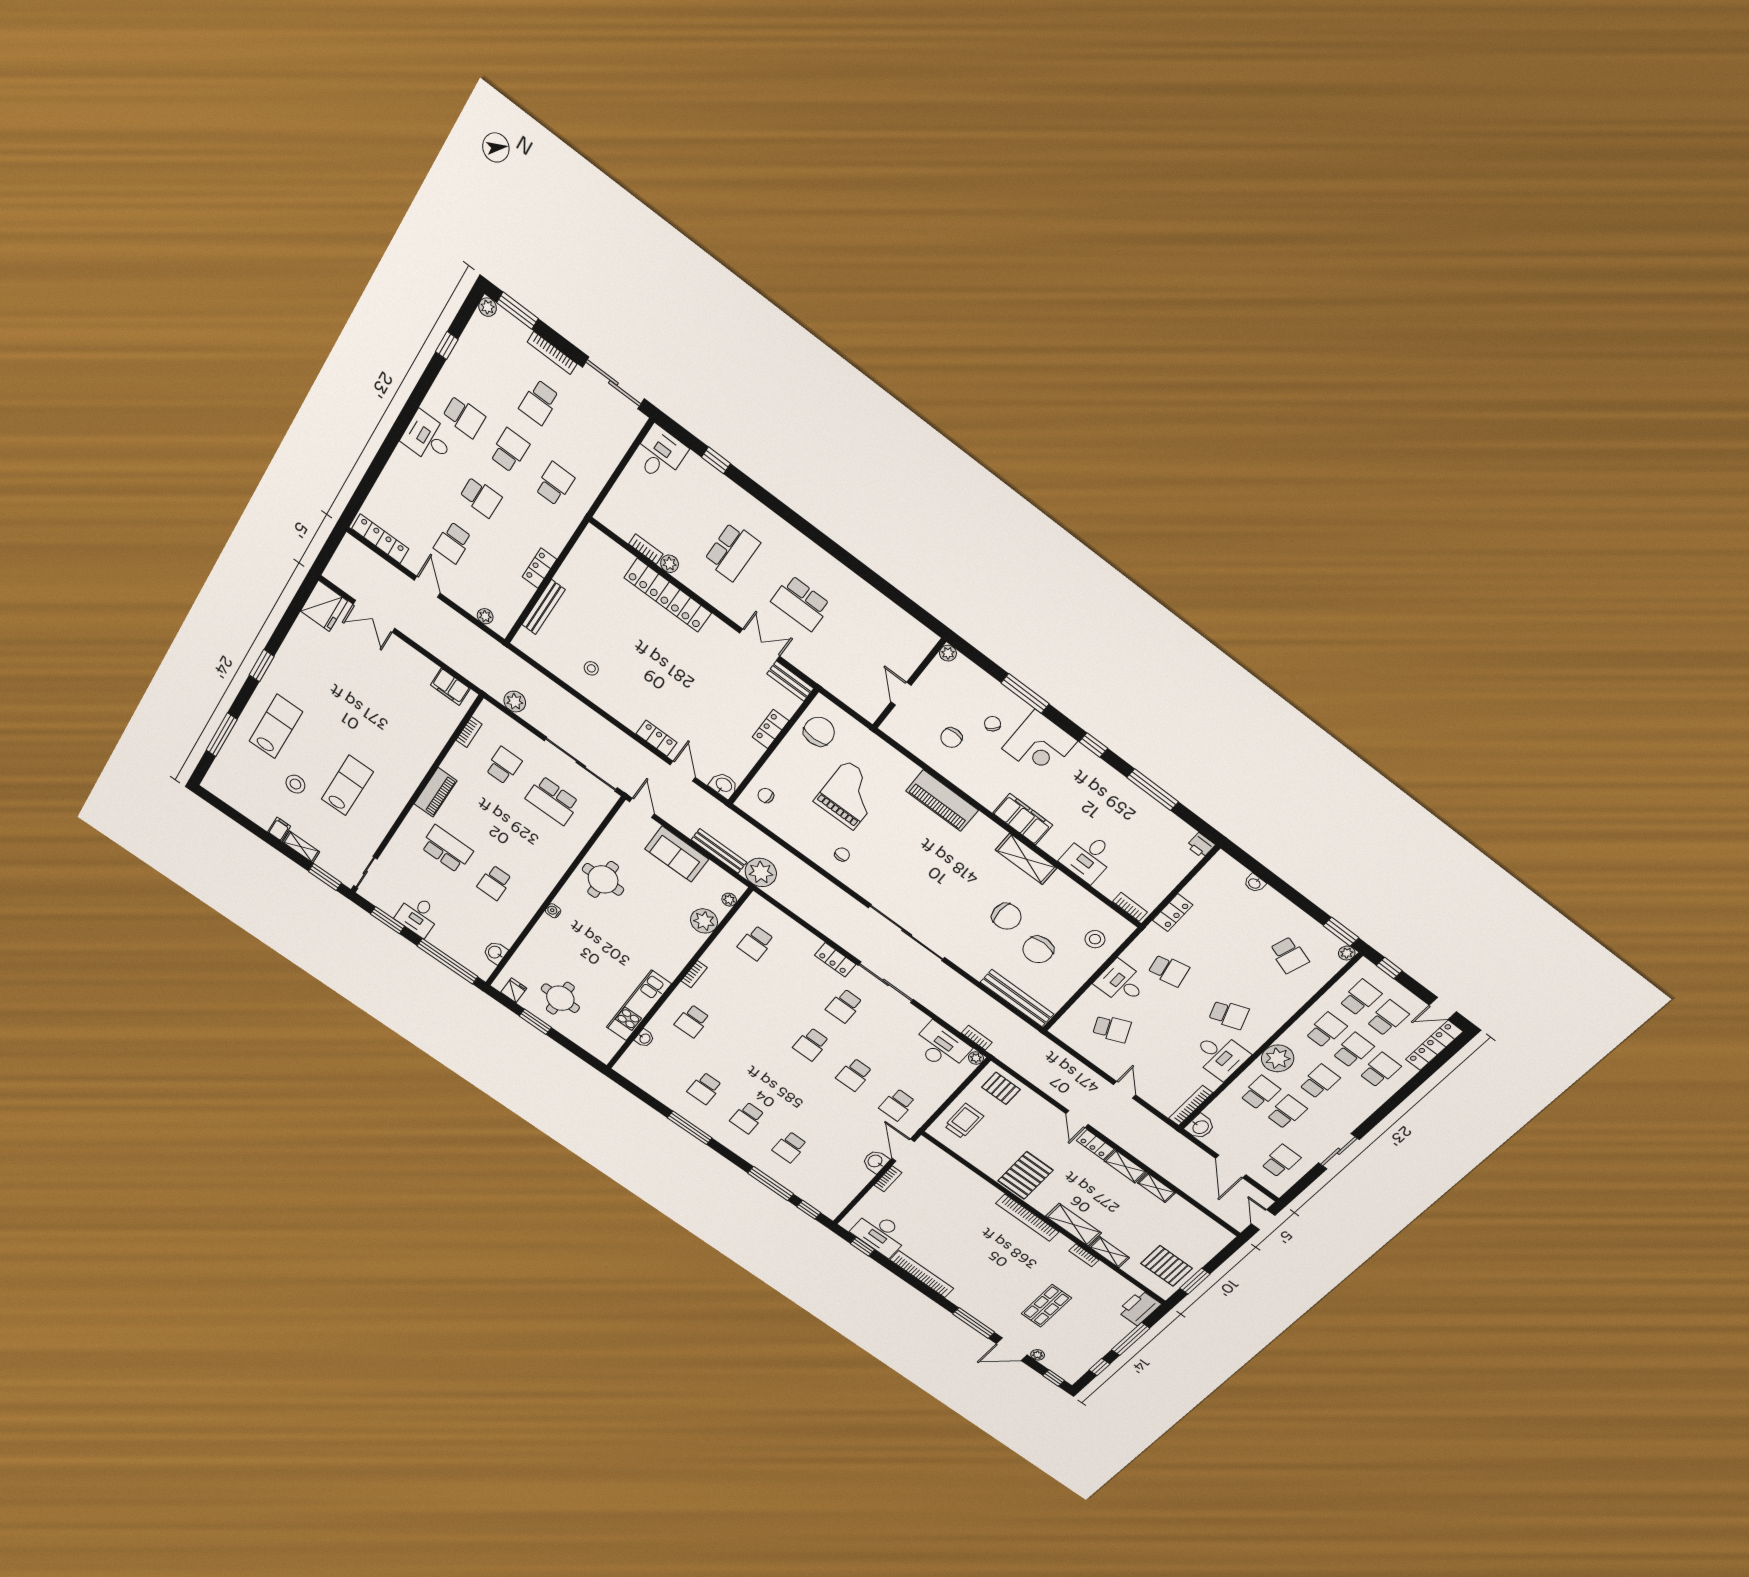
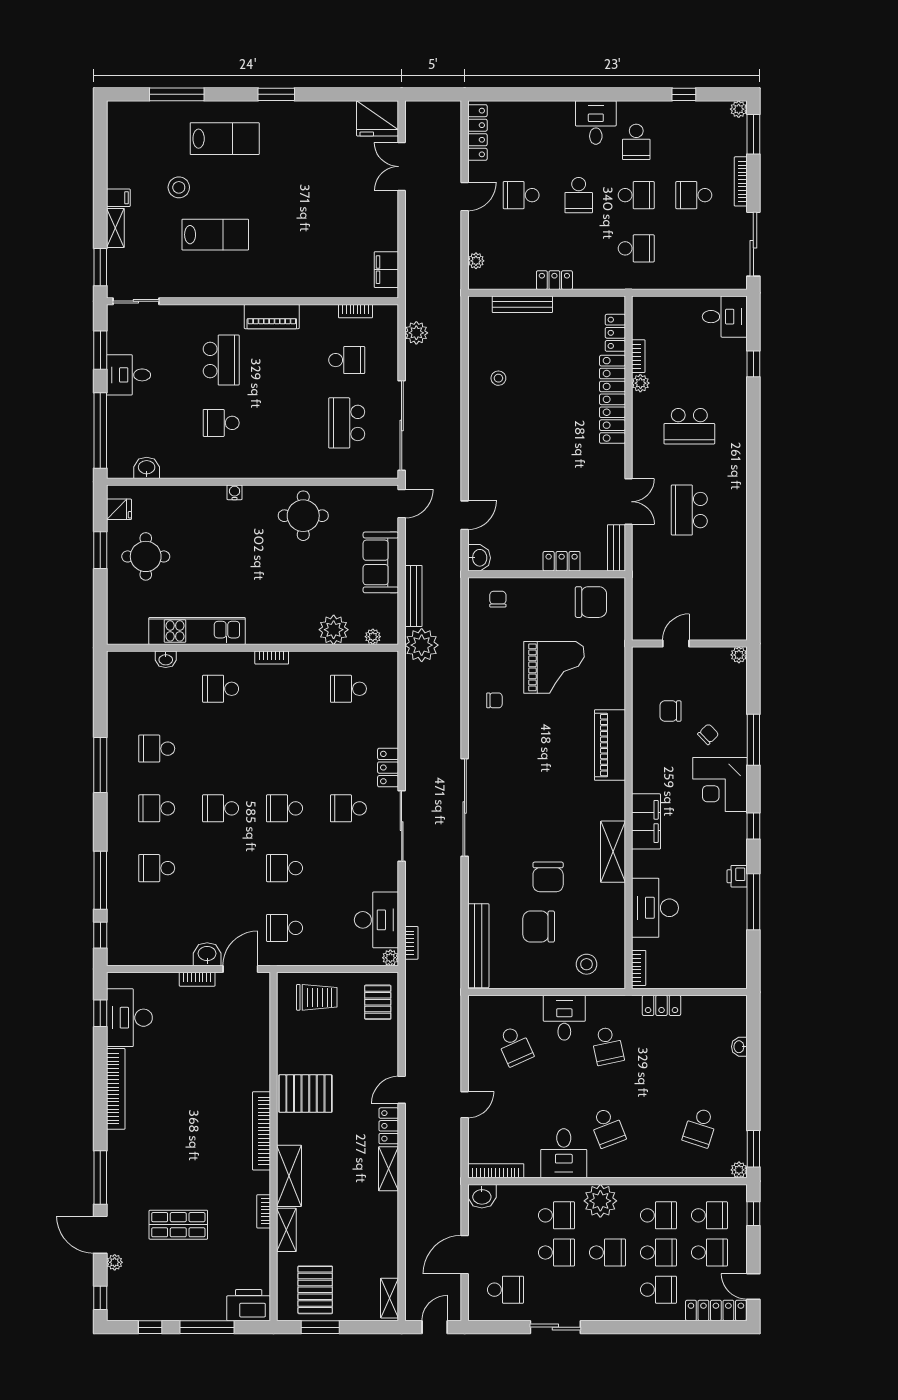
locker: (657, 738) -> (615, 333), moved, turned 180
printer: (1201, 845) -> (737, 876), moved
desk: (1088, 857) -> (655, 908), width x1.37
school desk: (779, 1081) -> (221, 808), added
shelving: (1156, 1188) -> (390, 1298), moved

